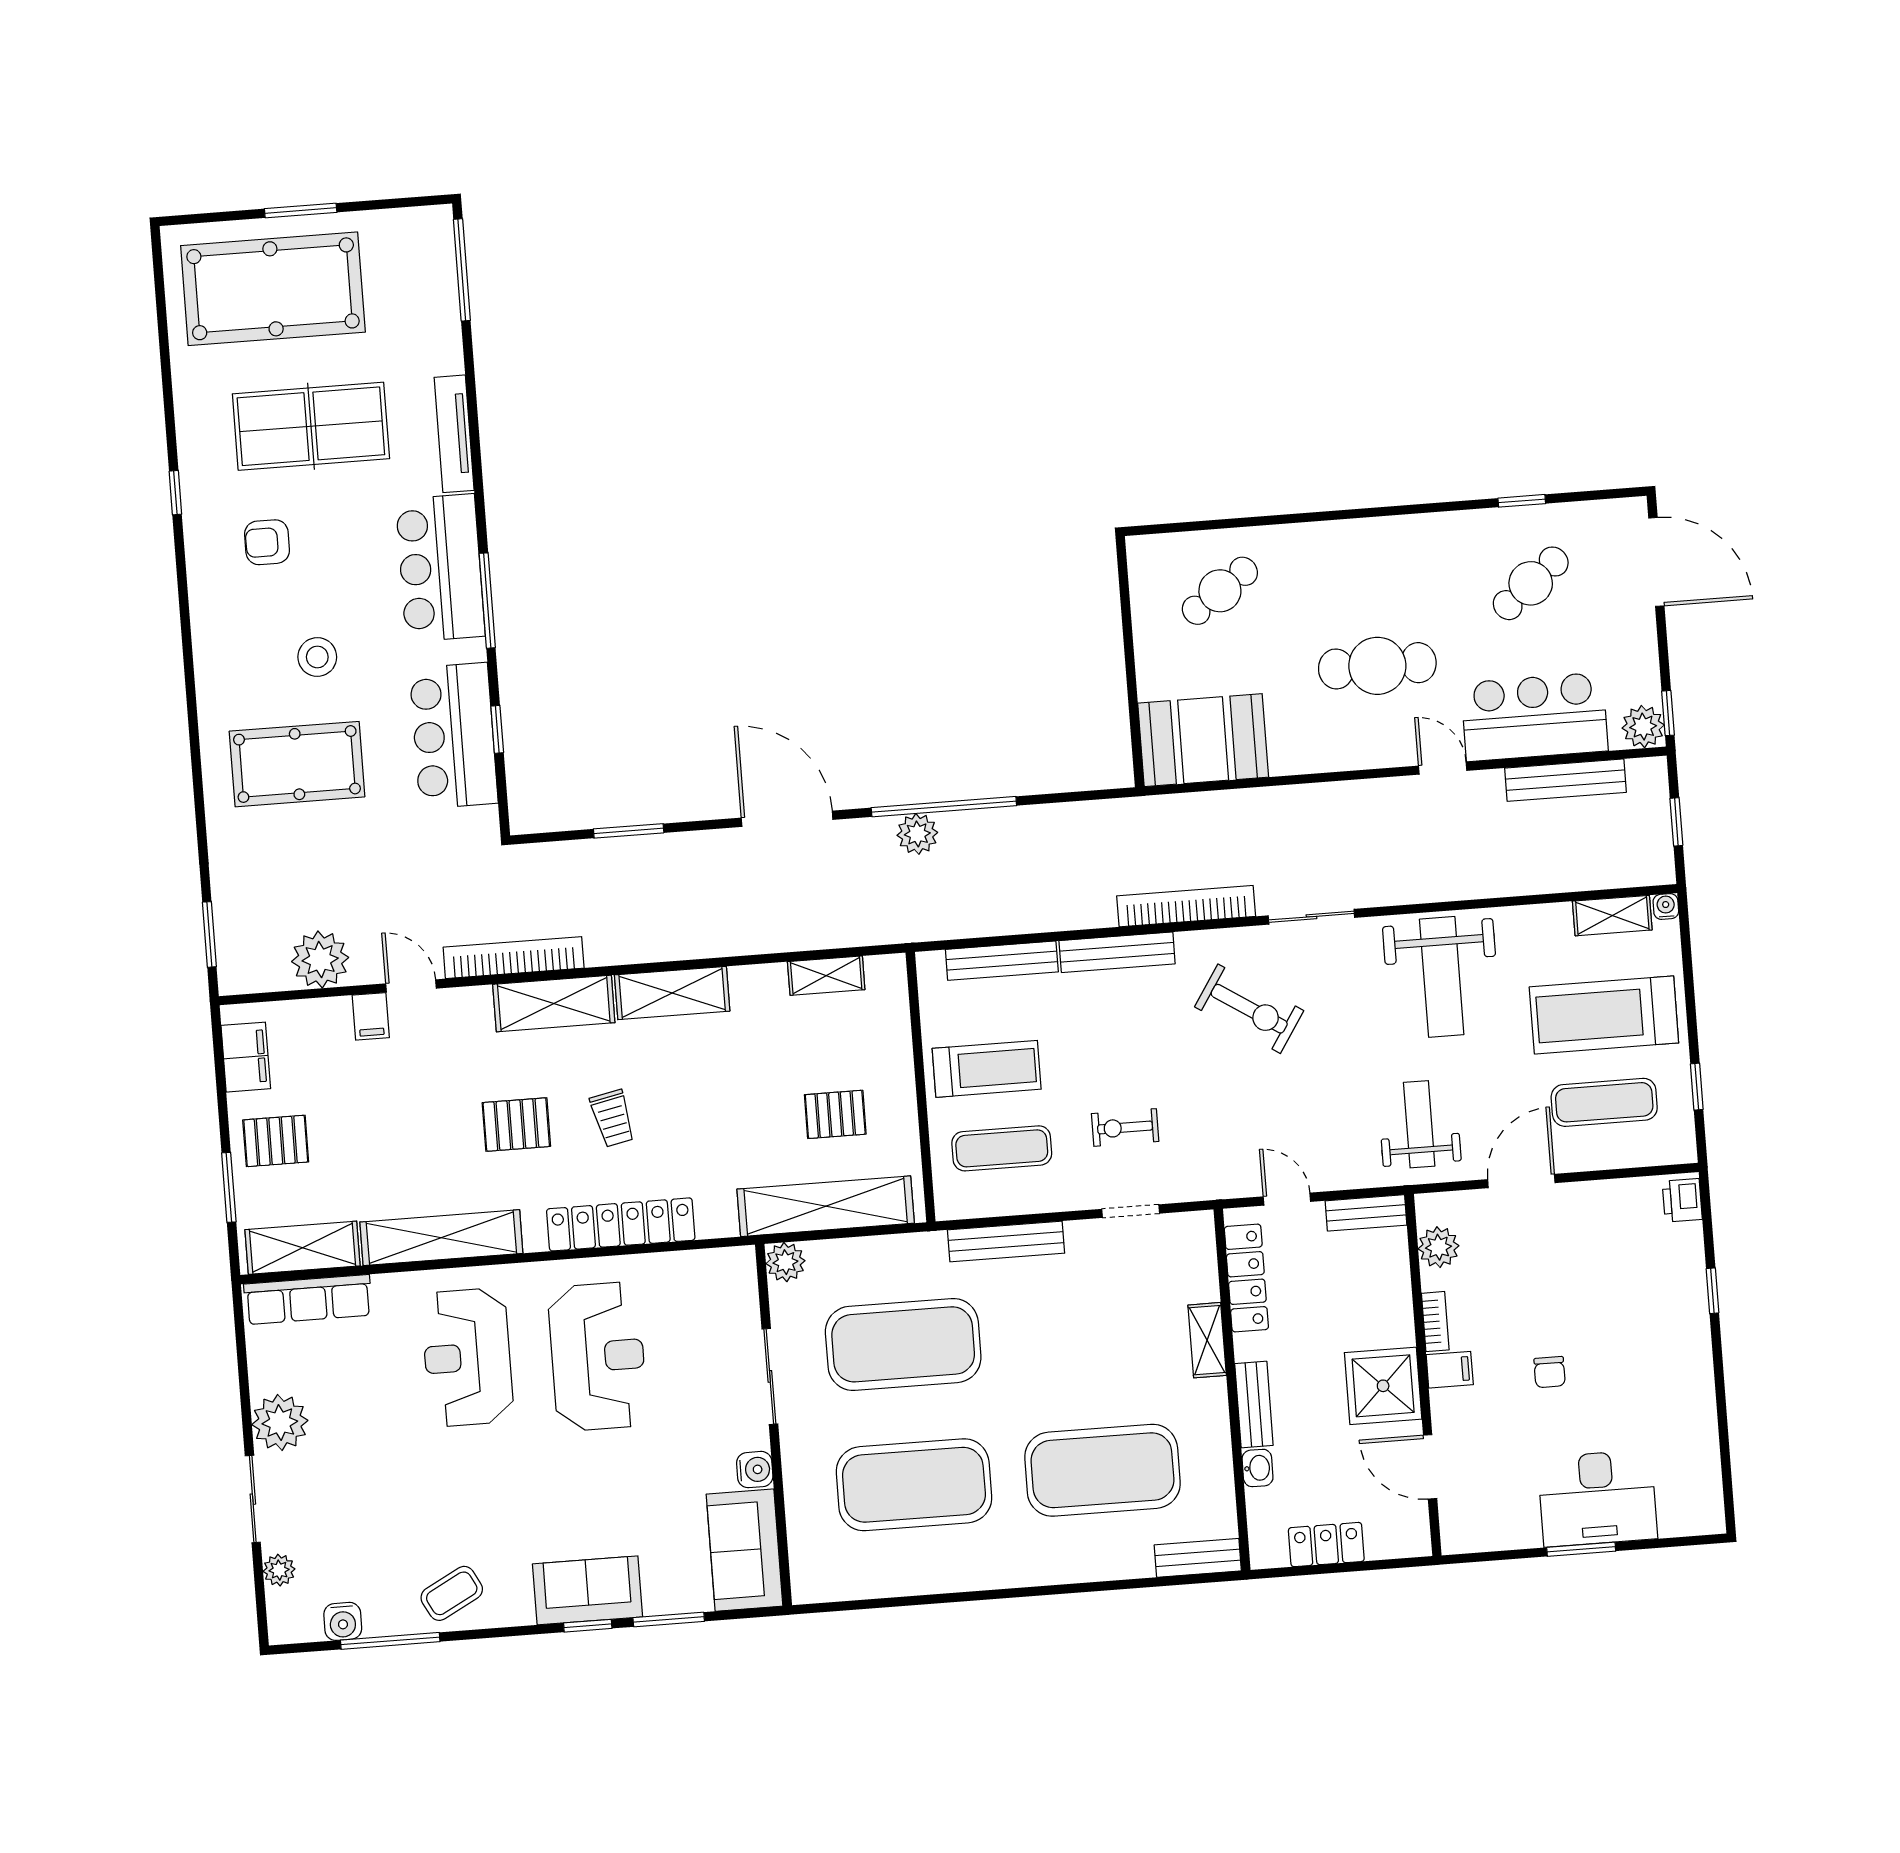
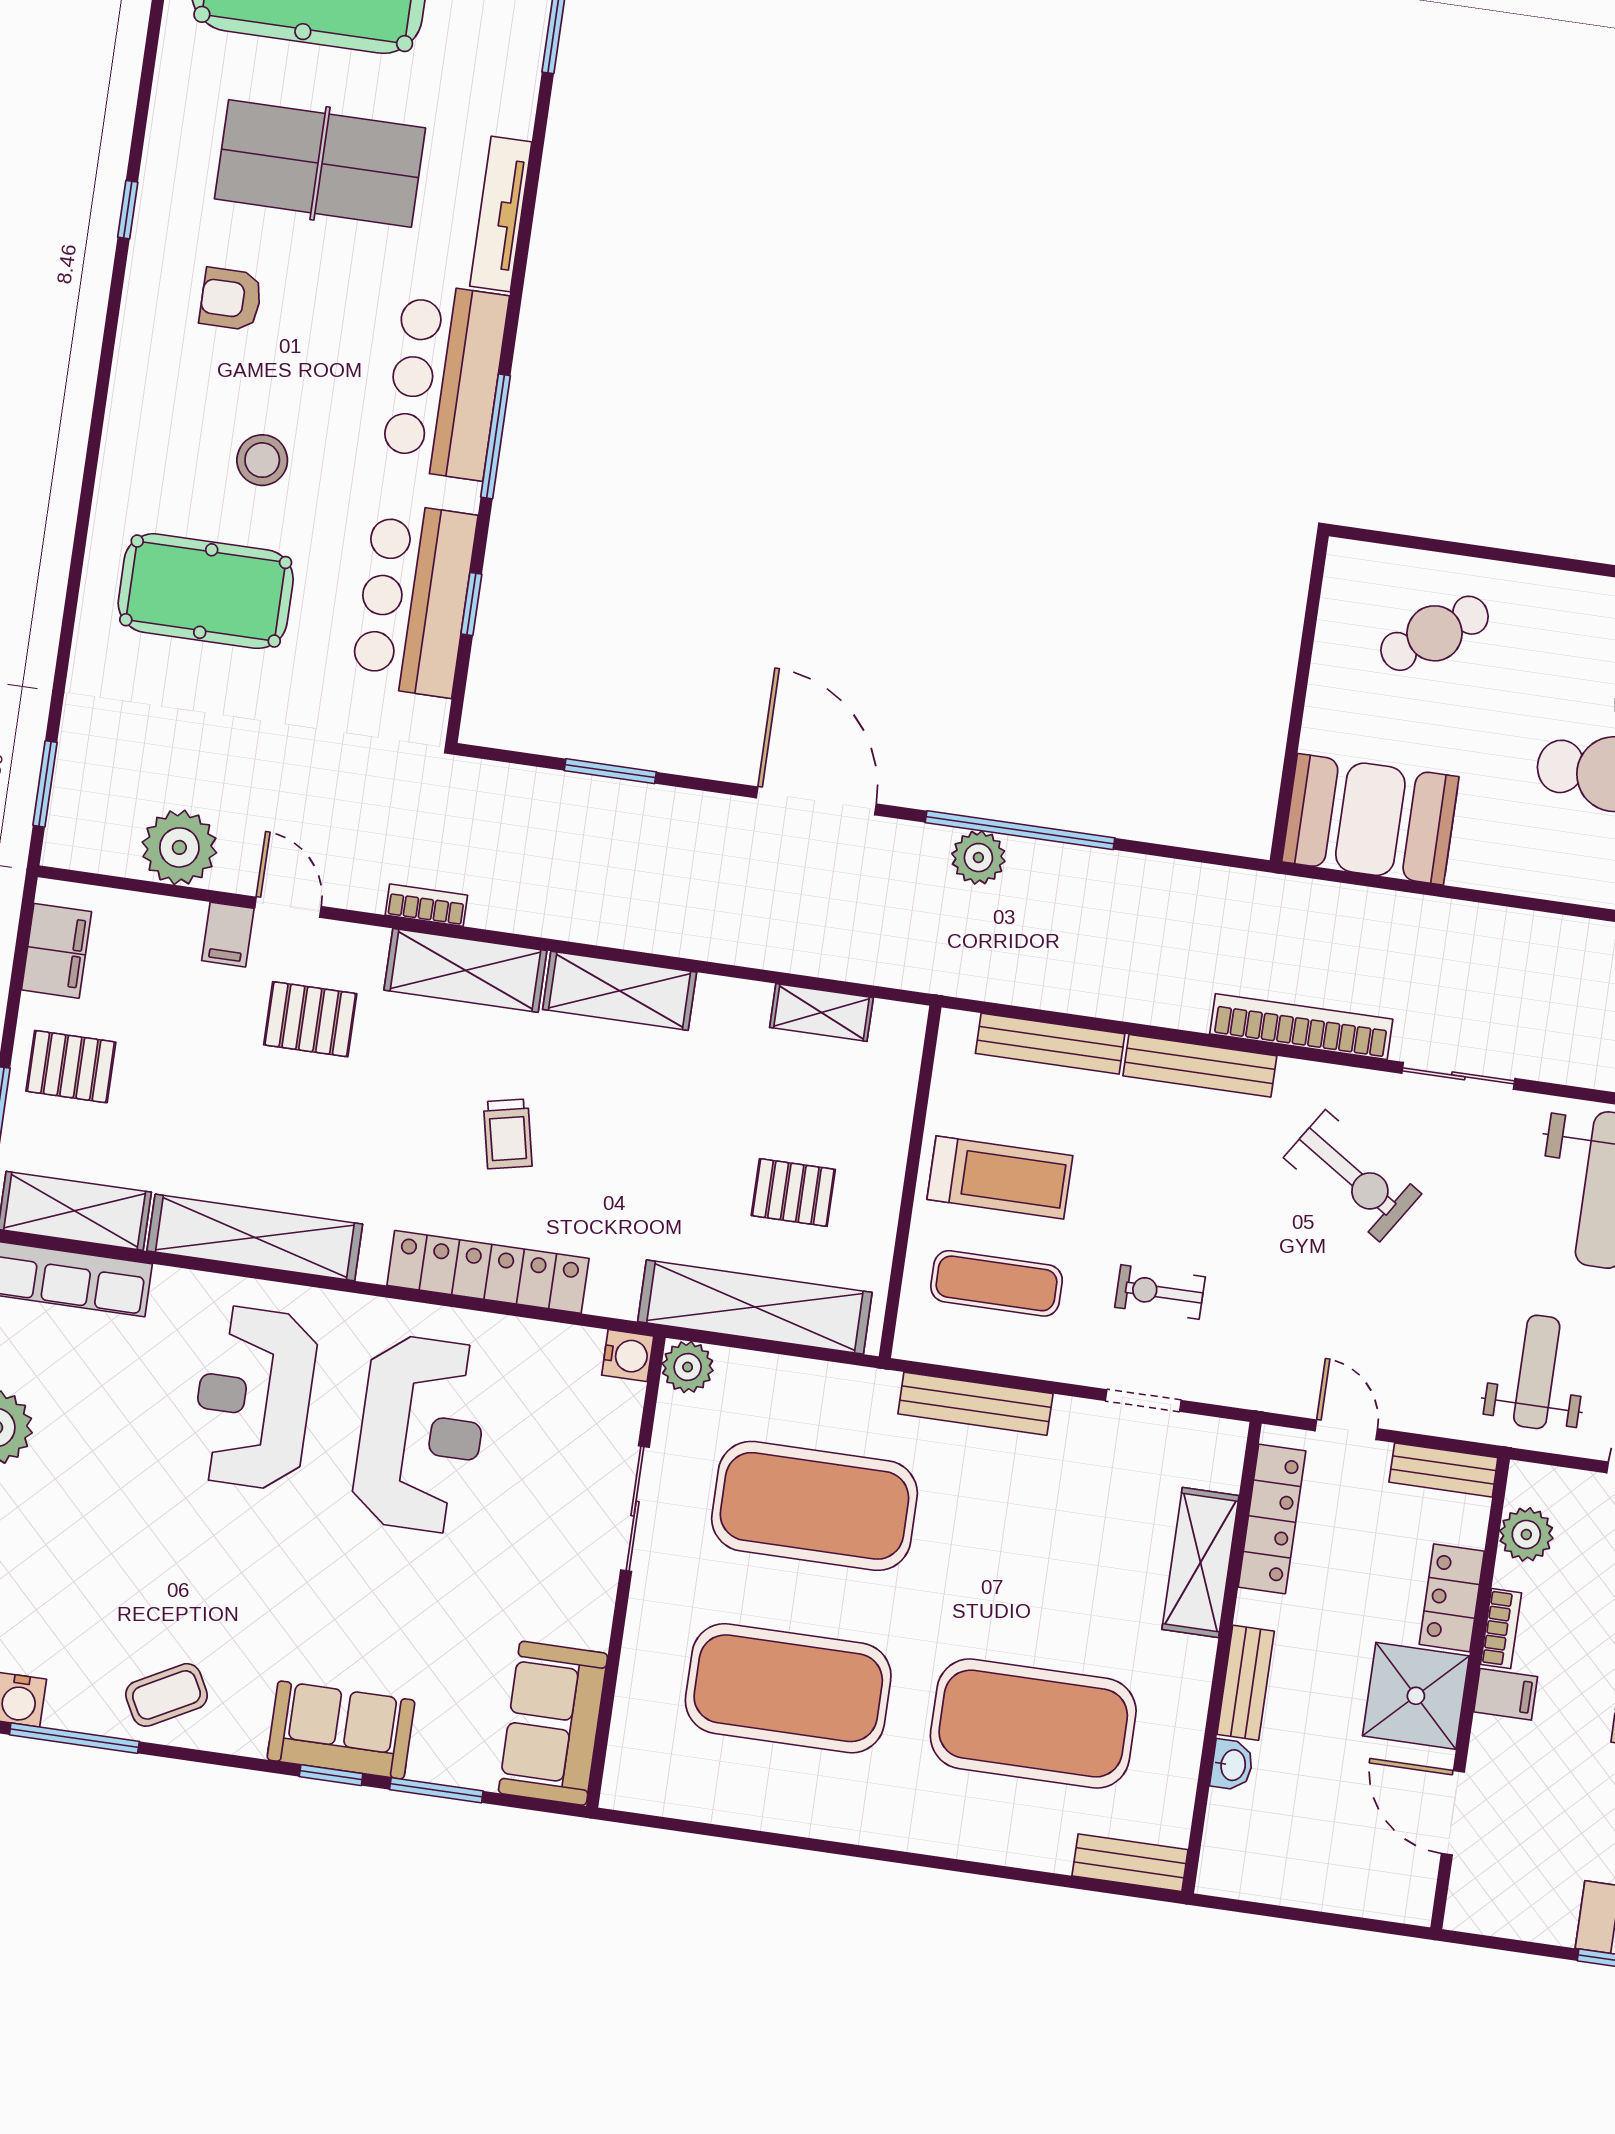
bookcase: (514, 958) -> (426, 905), width x0.43, depth x0.76
pallet: (516, 1125) -> (310, 1019), moved
shelving: (1207, 1340) -> (1200, 1563), width x1.50, depth x1.33
water cooler: (755, 1470) -> (628, 1356), moved
locker: (1326, 1545) -> (1452, 1598), moved, turned -90

